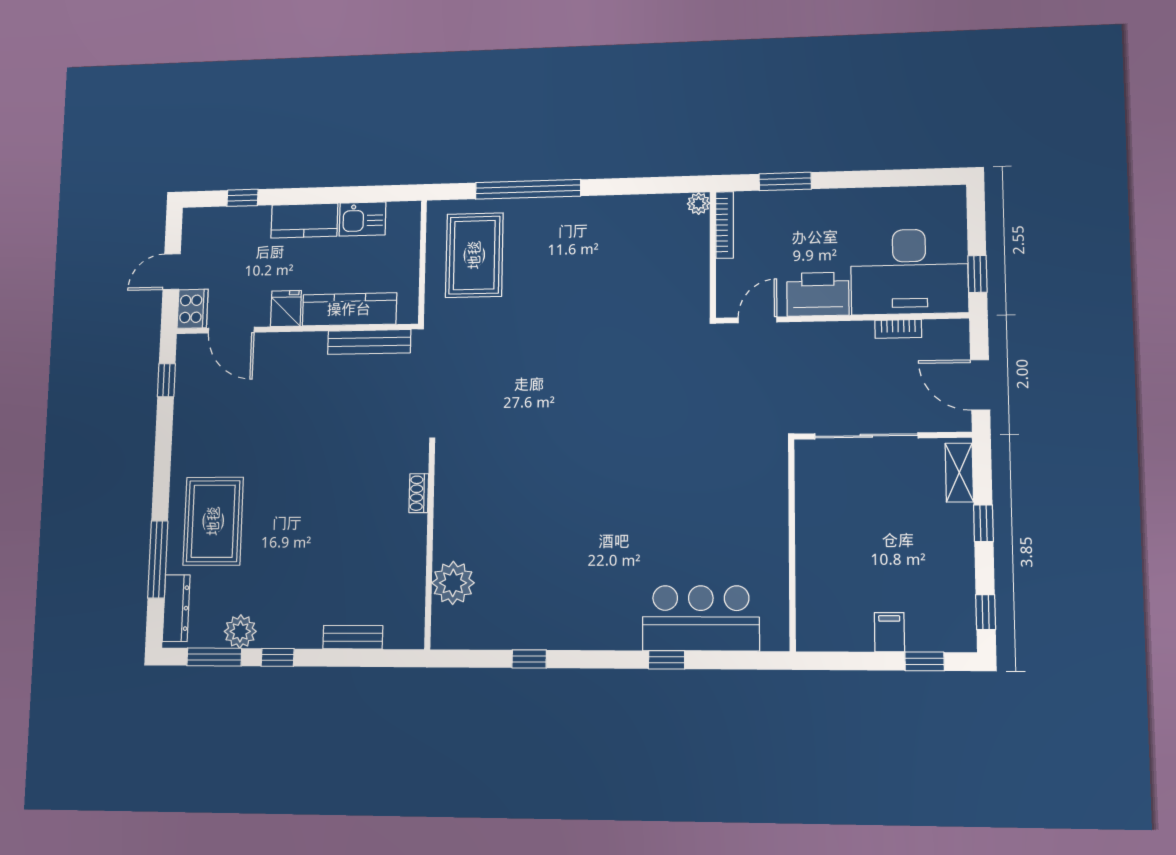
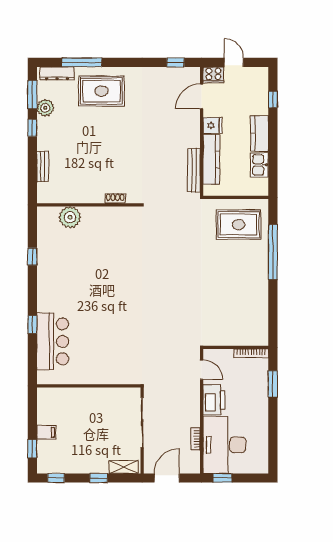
plant: (699, 204) -> (263, 340), removed

